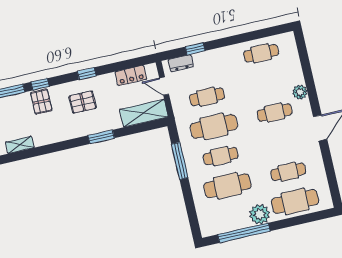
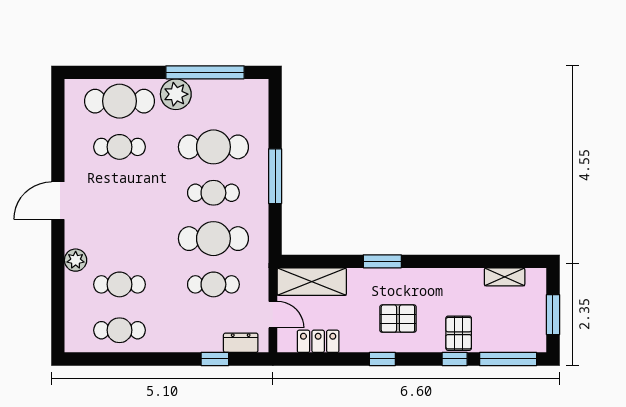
cafe table: (275, 113) -> (119, 284), moved
window: (180, 161) -> (275, 176), moved

